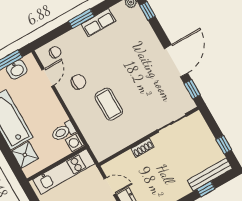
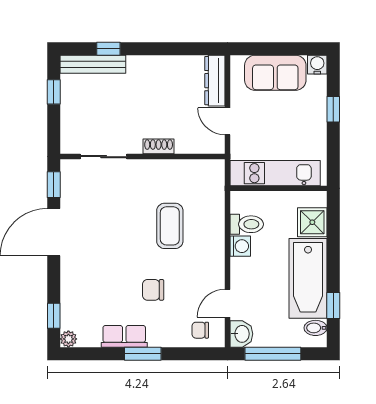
washbasin: (17, 69) -> (241, 334), moved, turned 90
chair: (78, 82) -> (153, 290), moved
washing machine: (75, 142) -> (240, 246), moved

